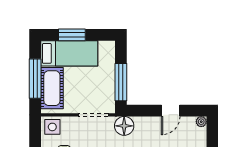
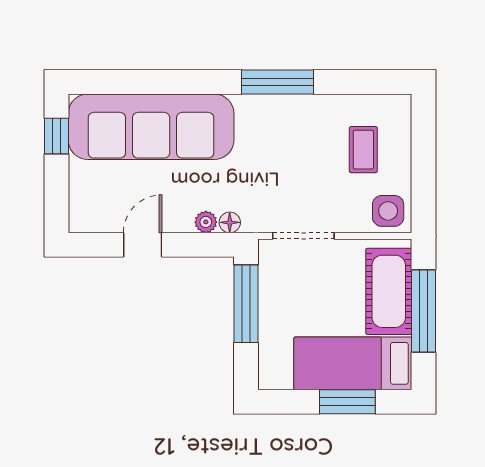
plant: (201, 122) -> (206, 222), moved
floor lamp: (124, 126) -> (230, 222), width x0.53, depth x0.53

